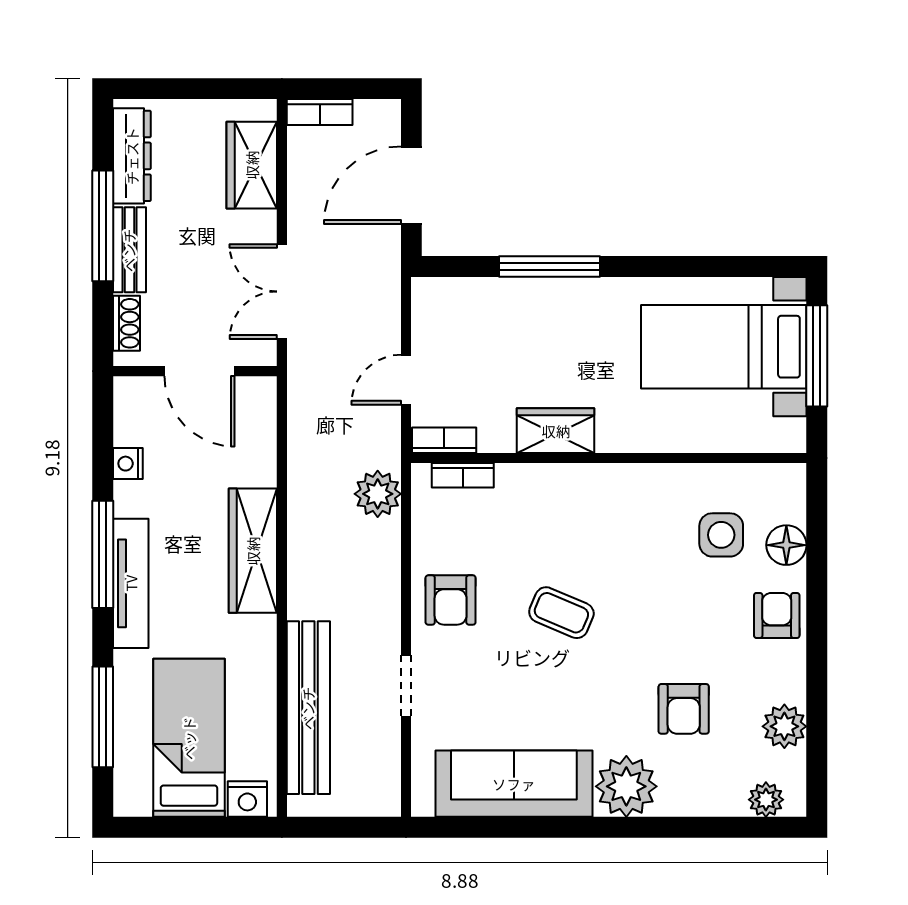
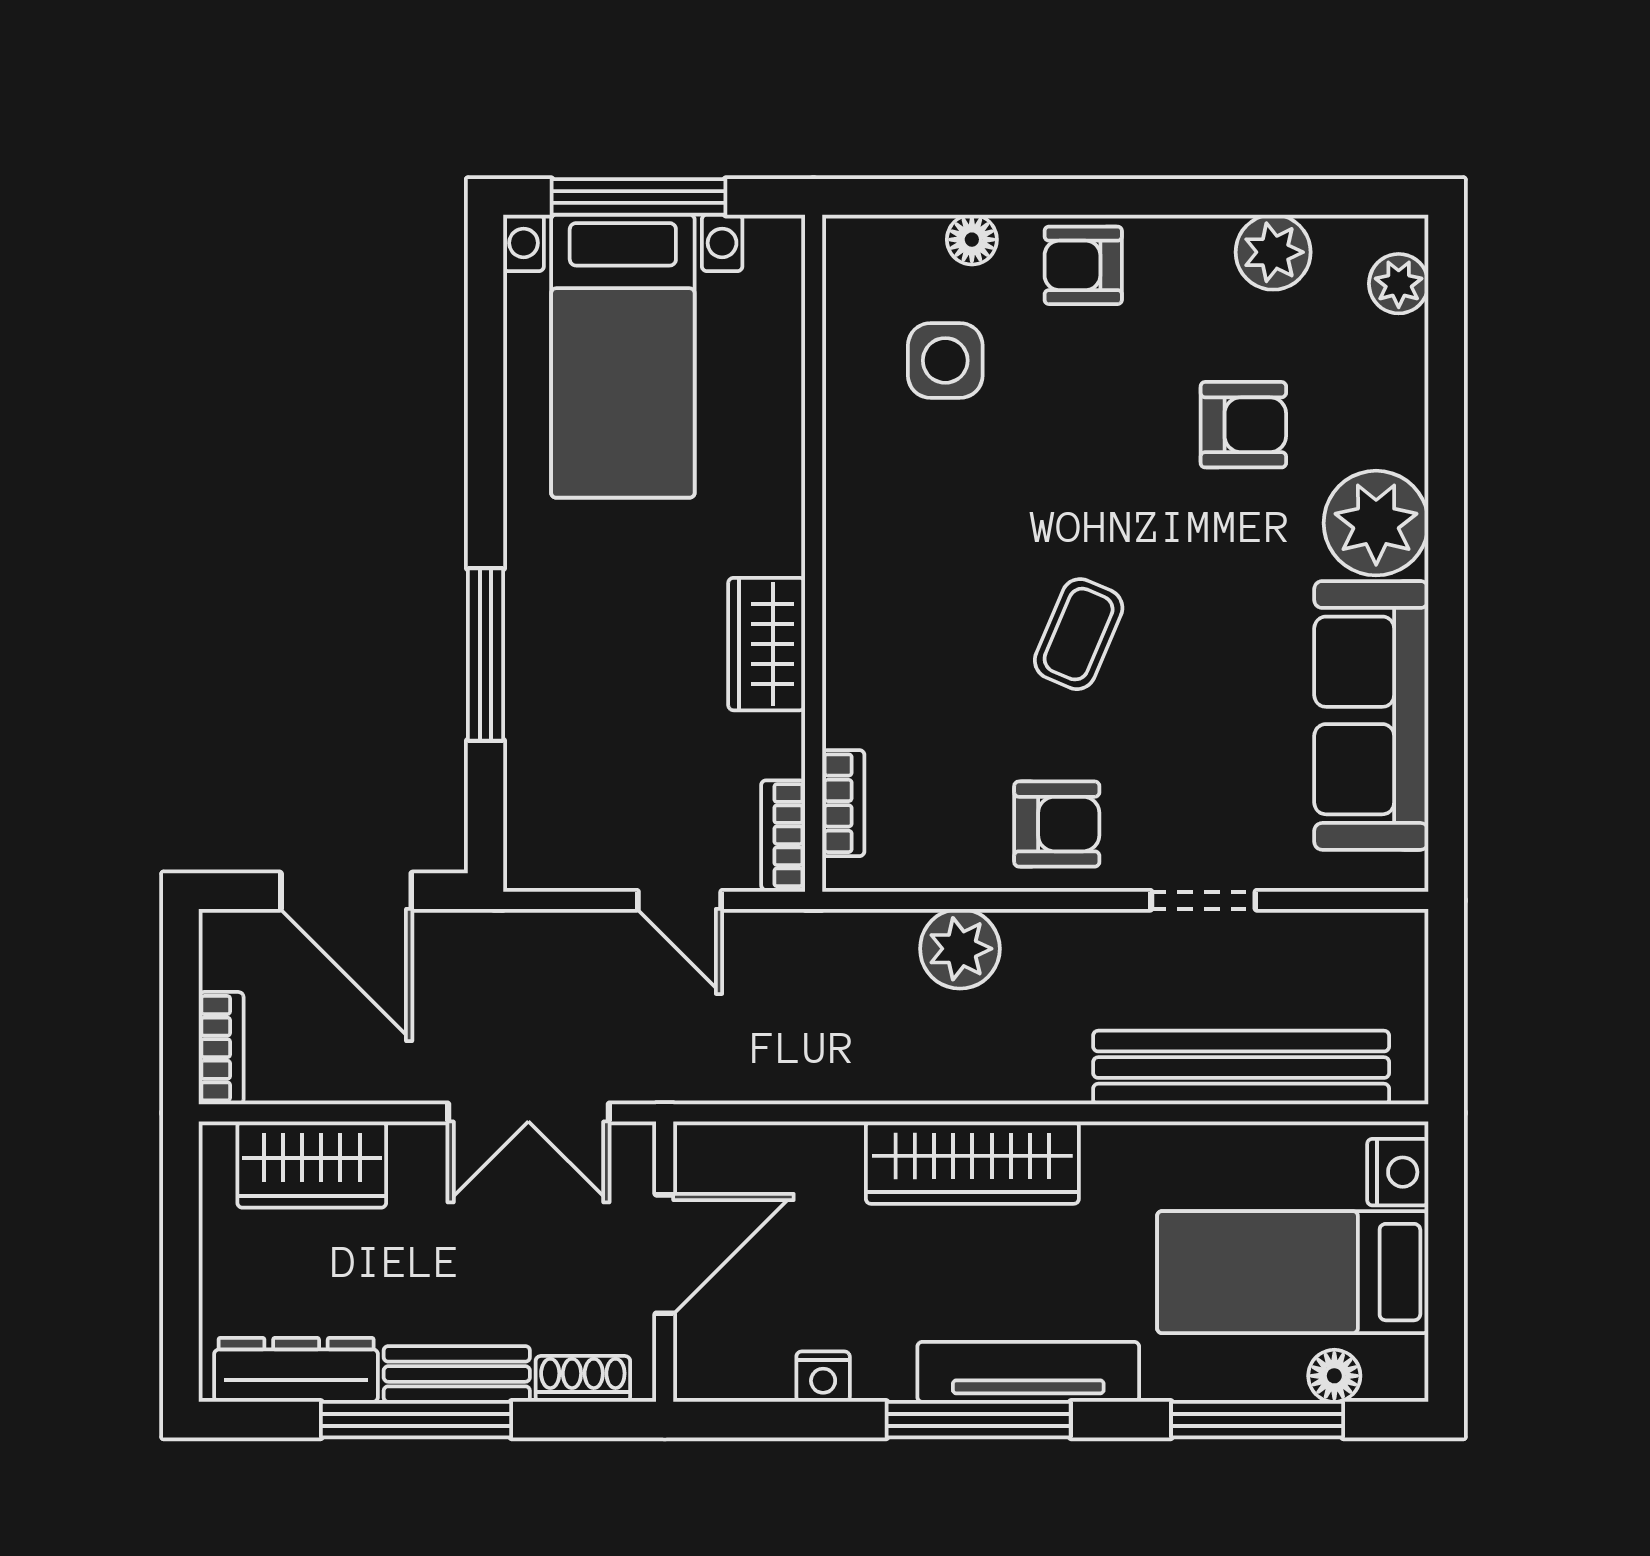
plant: (378, 494) -> (960, 949), moved
floor lamp: (786, 545) -> (972, 240), width x0.73, depth x0.73
floor lamp: (128, 762) -> (1334, 1376), added

